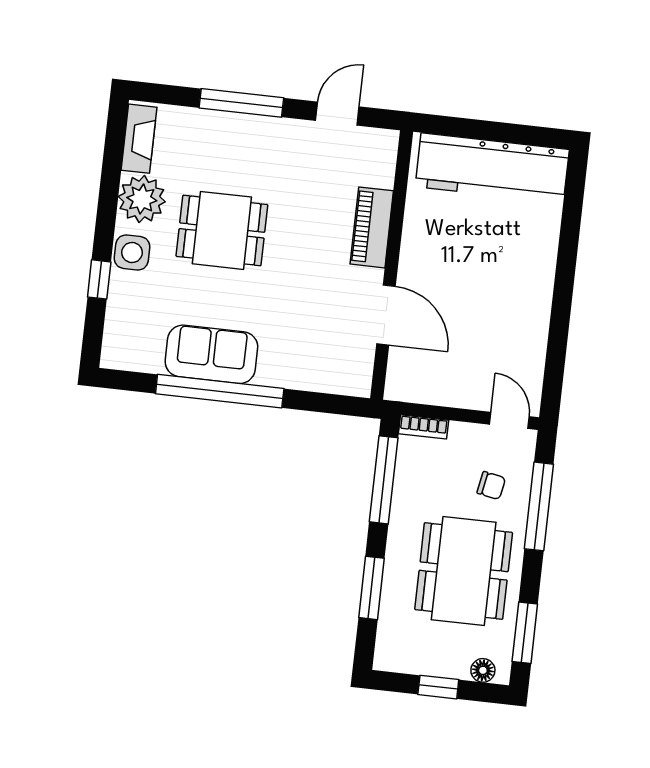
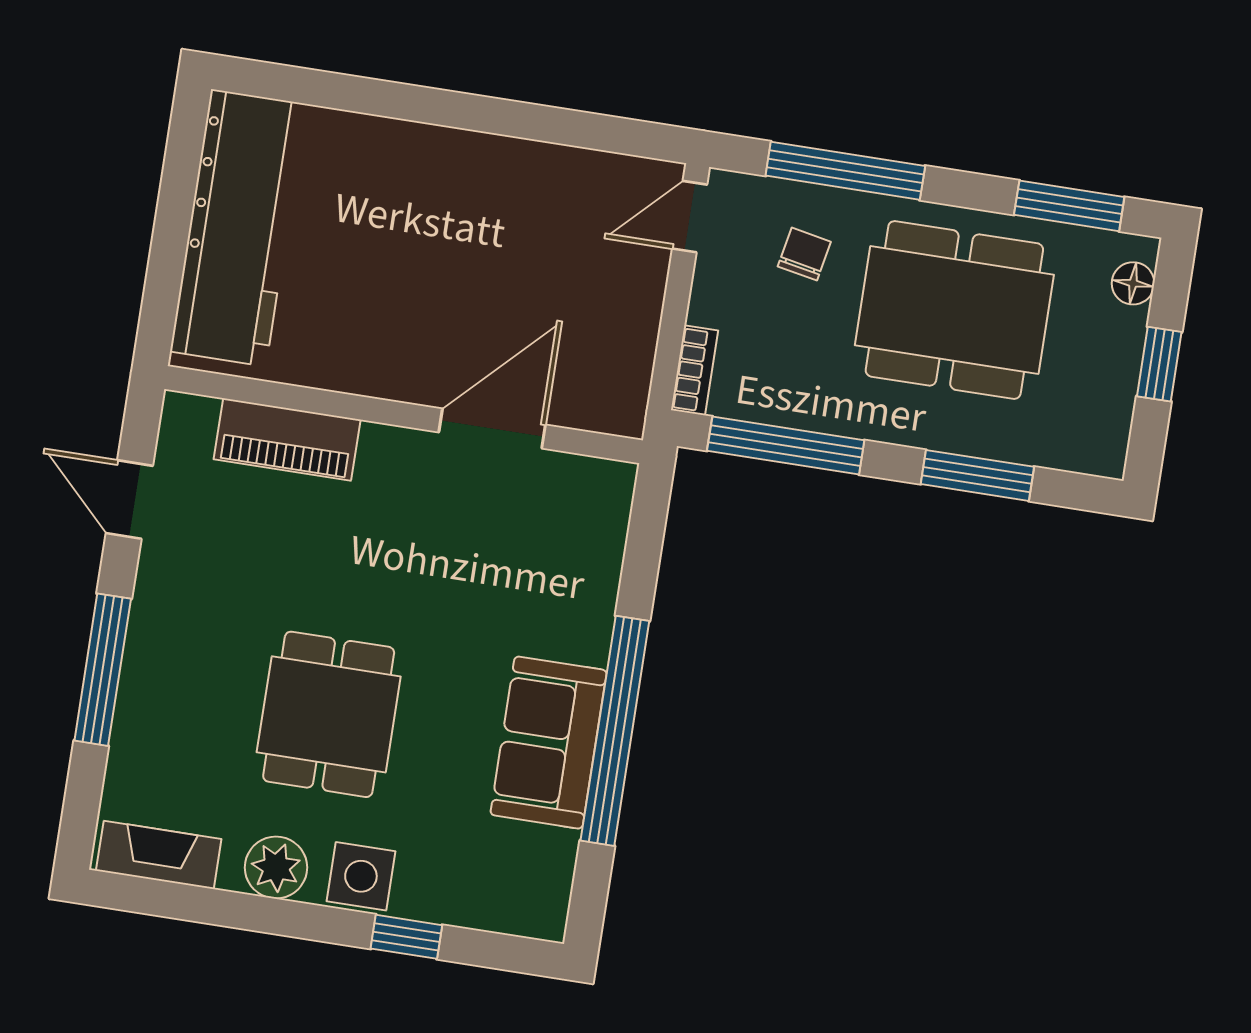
plant: (142, 199) -> (276, 868), width x0.73, depth x0.73
piano: (372, 227) -> (287, 439), moved

